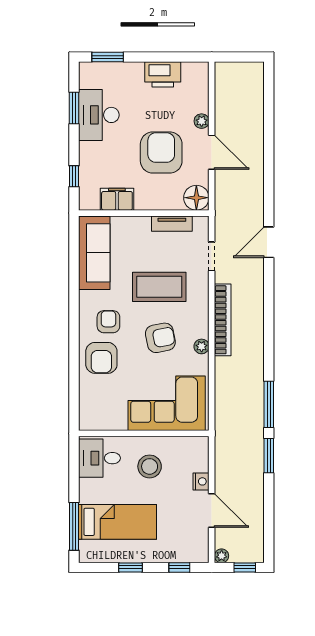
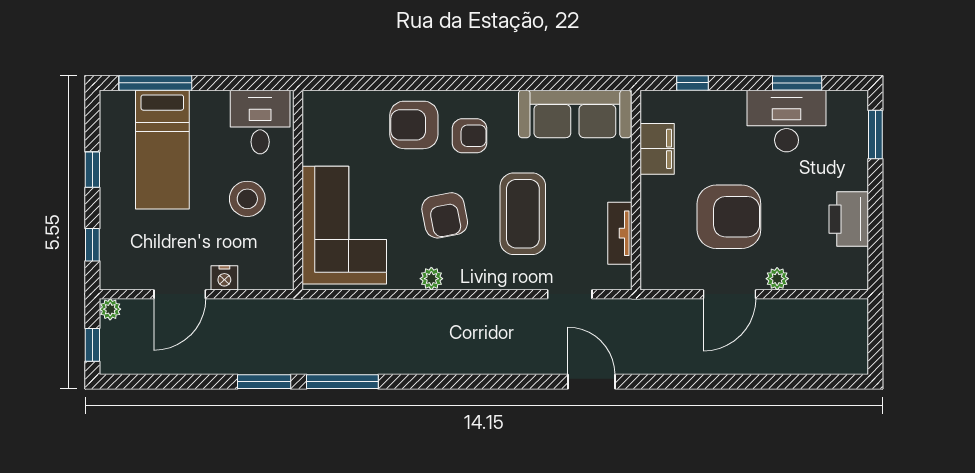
floor lamp: (196, 198) -> (660, 271), removed
bookcase: (223, 320) -> (472, 311), removed

